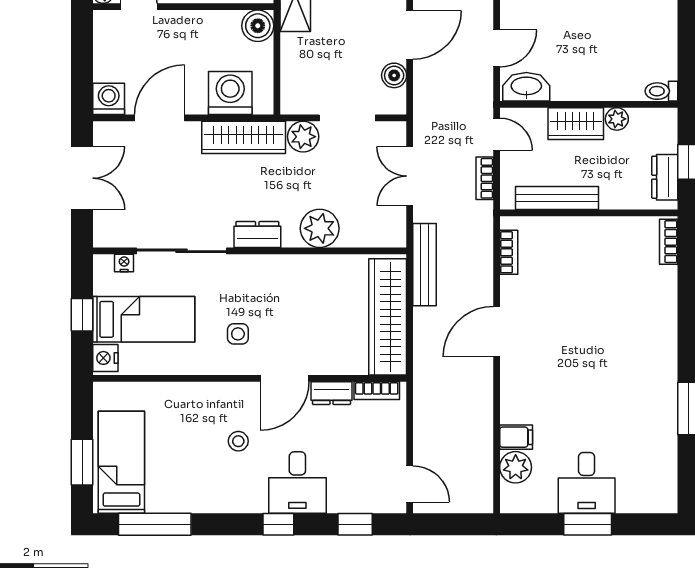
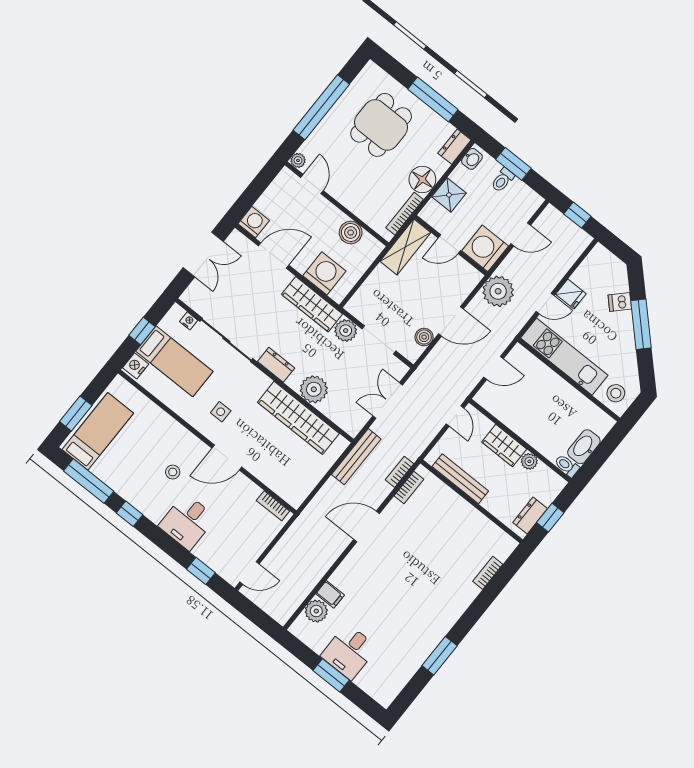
boiler: (258, 26) -> (351, 232), moved
washbasin: (526, 87) -> (584, 447), moved, turned -90
bookcase: (485, 178) -> (399, 472), moved
bookcase: (669, 242) -> (488, 573), moved
wardrobe: (388, 317) -> (298, 418), moved, turned -90
dresser: (331, 393) -> (246, 487), removed
door: (410, 484) -> (249, 573), hinge flipped
window: (278, 524) -> (130, 514), moved

